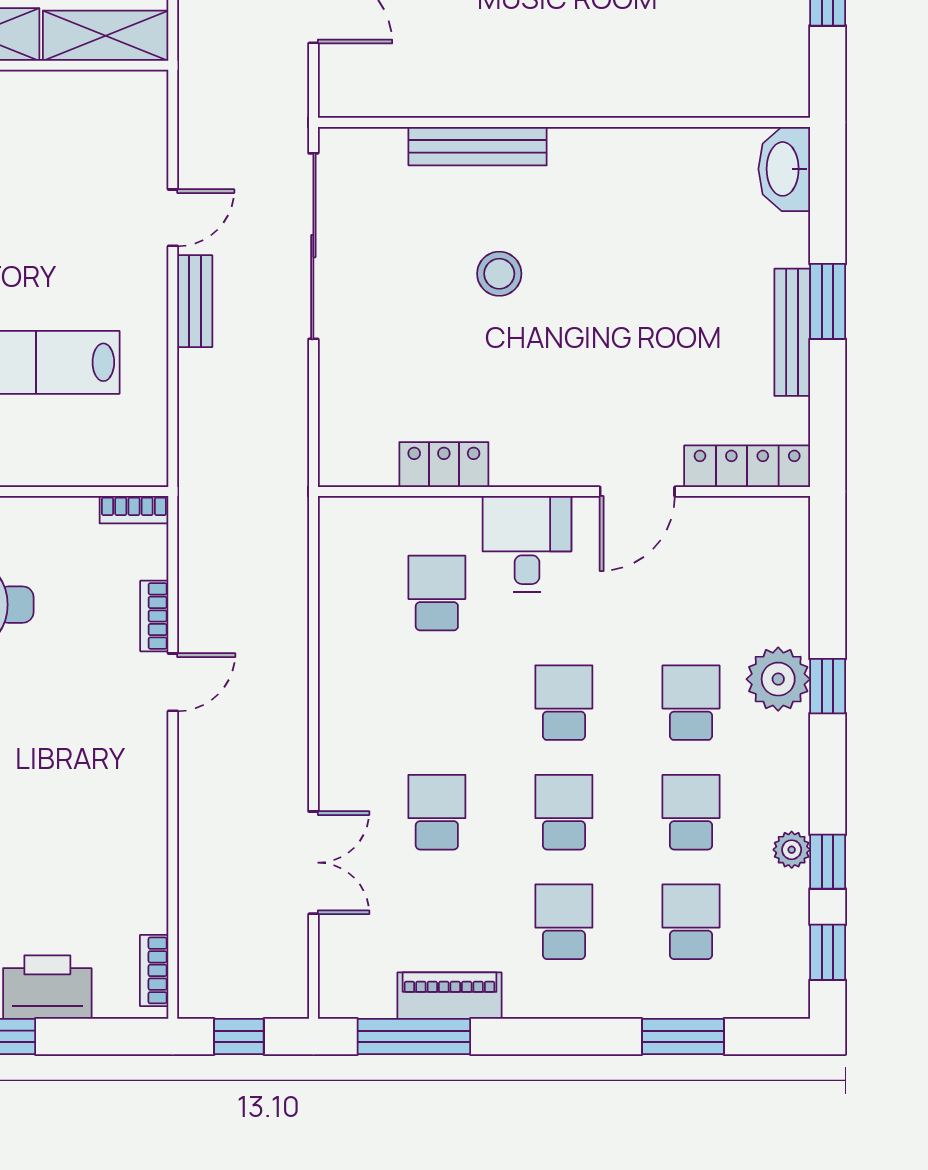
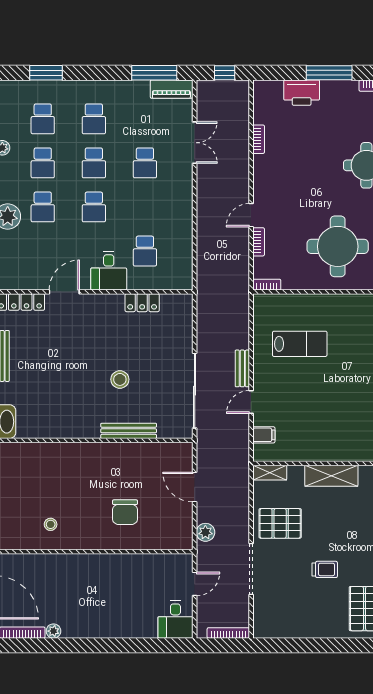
shelving: (106, 36) -> (270, 473), width x0.67, depth x0.75
filing cabinet: (141, 136) -> (264, 435), added
double door: (313, 863) -> (195, 143), swing flipped
bookcase: (154, 970) -> (259, 139), moved
piano: (450, 996) -> (171, 89), moved

